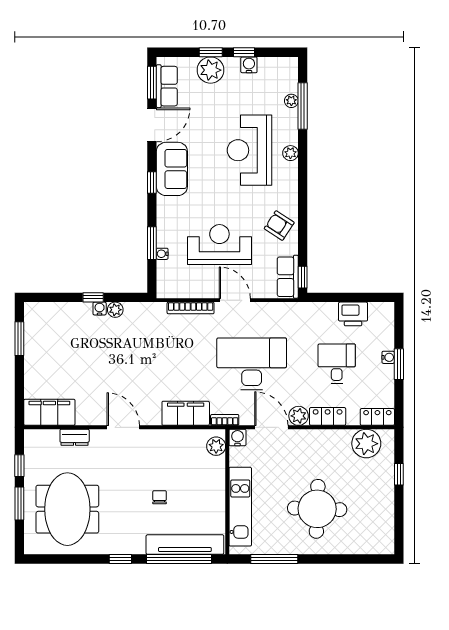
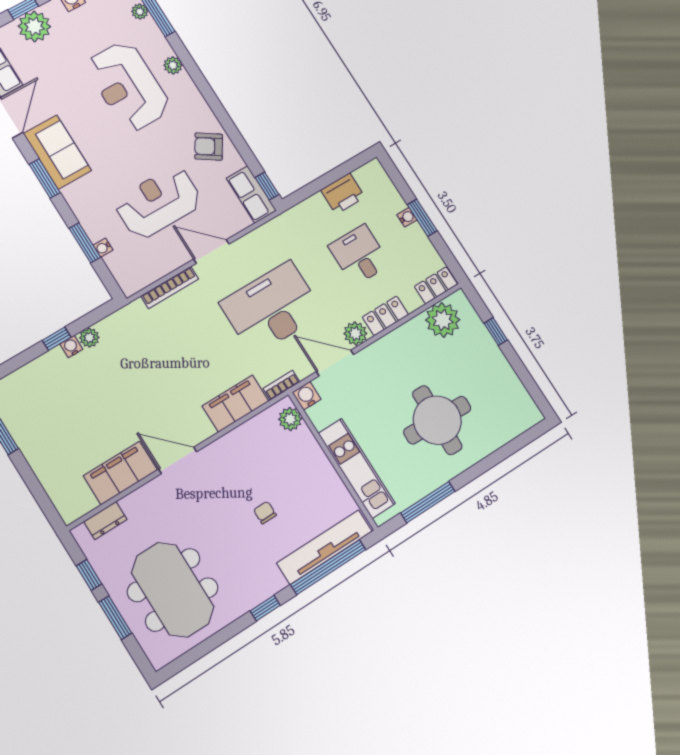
window: (152, 182) -> (45, 178), width x1.50
filing cabinet: (49, 412) -> (120, 473), moved
dresser: (75, 437) -> (105, 521), moved

